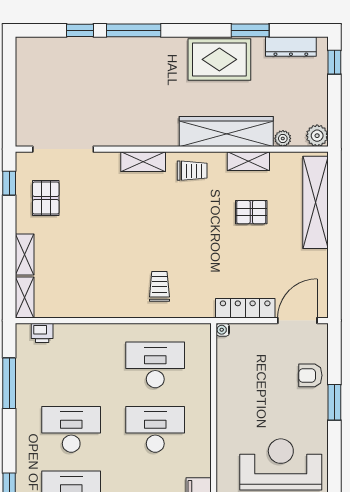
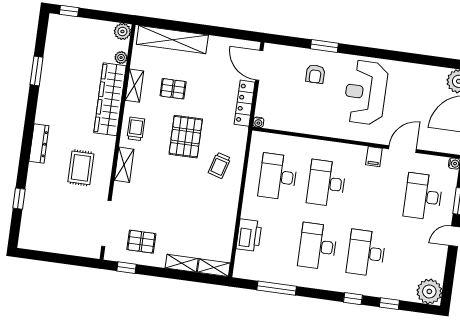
window: (134, 30) -> (25, 158), removed
dresser: (291, 47) -> (39, 143), moved
rug: (219, 59) -> (81, 168), moved, width x0.73, depth x0.70
pallet: (251, 212) -> (173, 89), turned 90
pallet: (191, 237) -> (186, 137), added
trolley: (159, 286) -> (219, 165), turned -74
printer: (42, 333) -> (249, 235), moved, width x1.87, depth x1.48
armchair: (310, 375) -> (315, 74), moved

